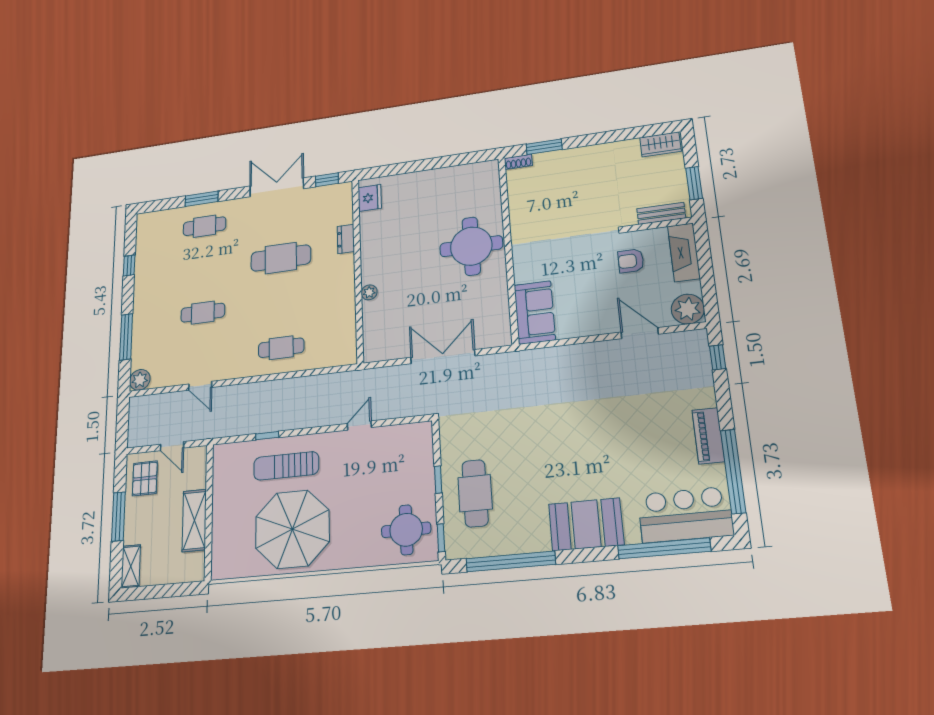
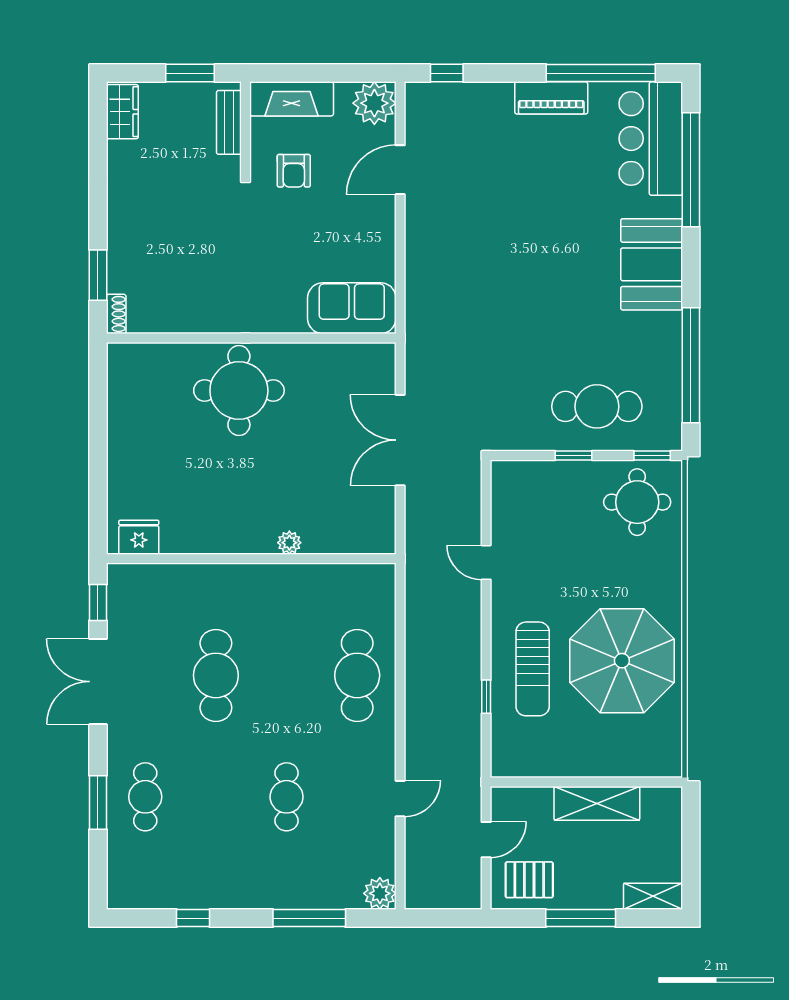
dresser: (346, 239) -> (200, 575), removed
cafe table: (281, 348) -> (357, 675), width x1.37, depth x1.35

